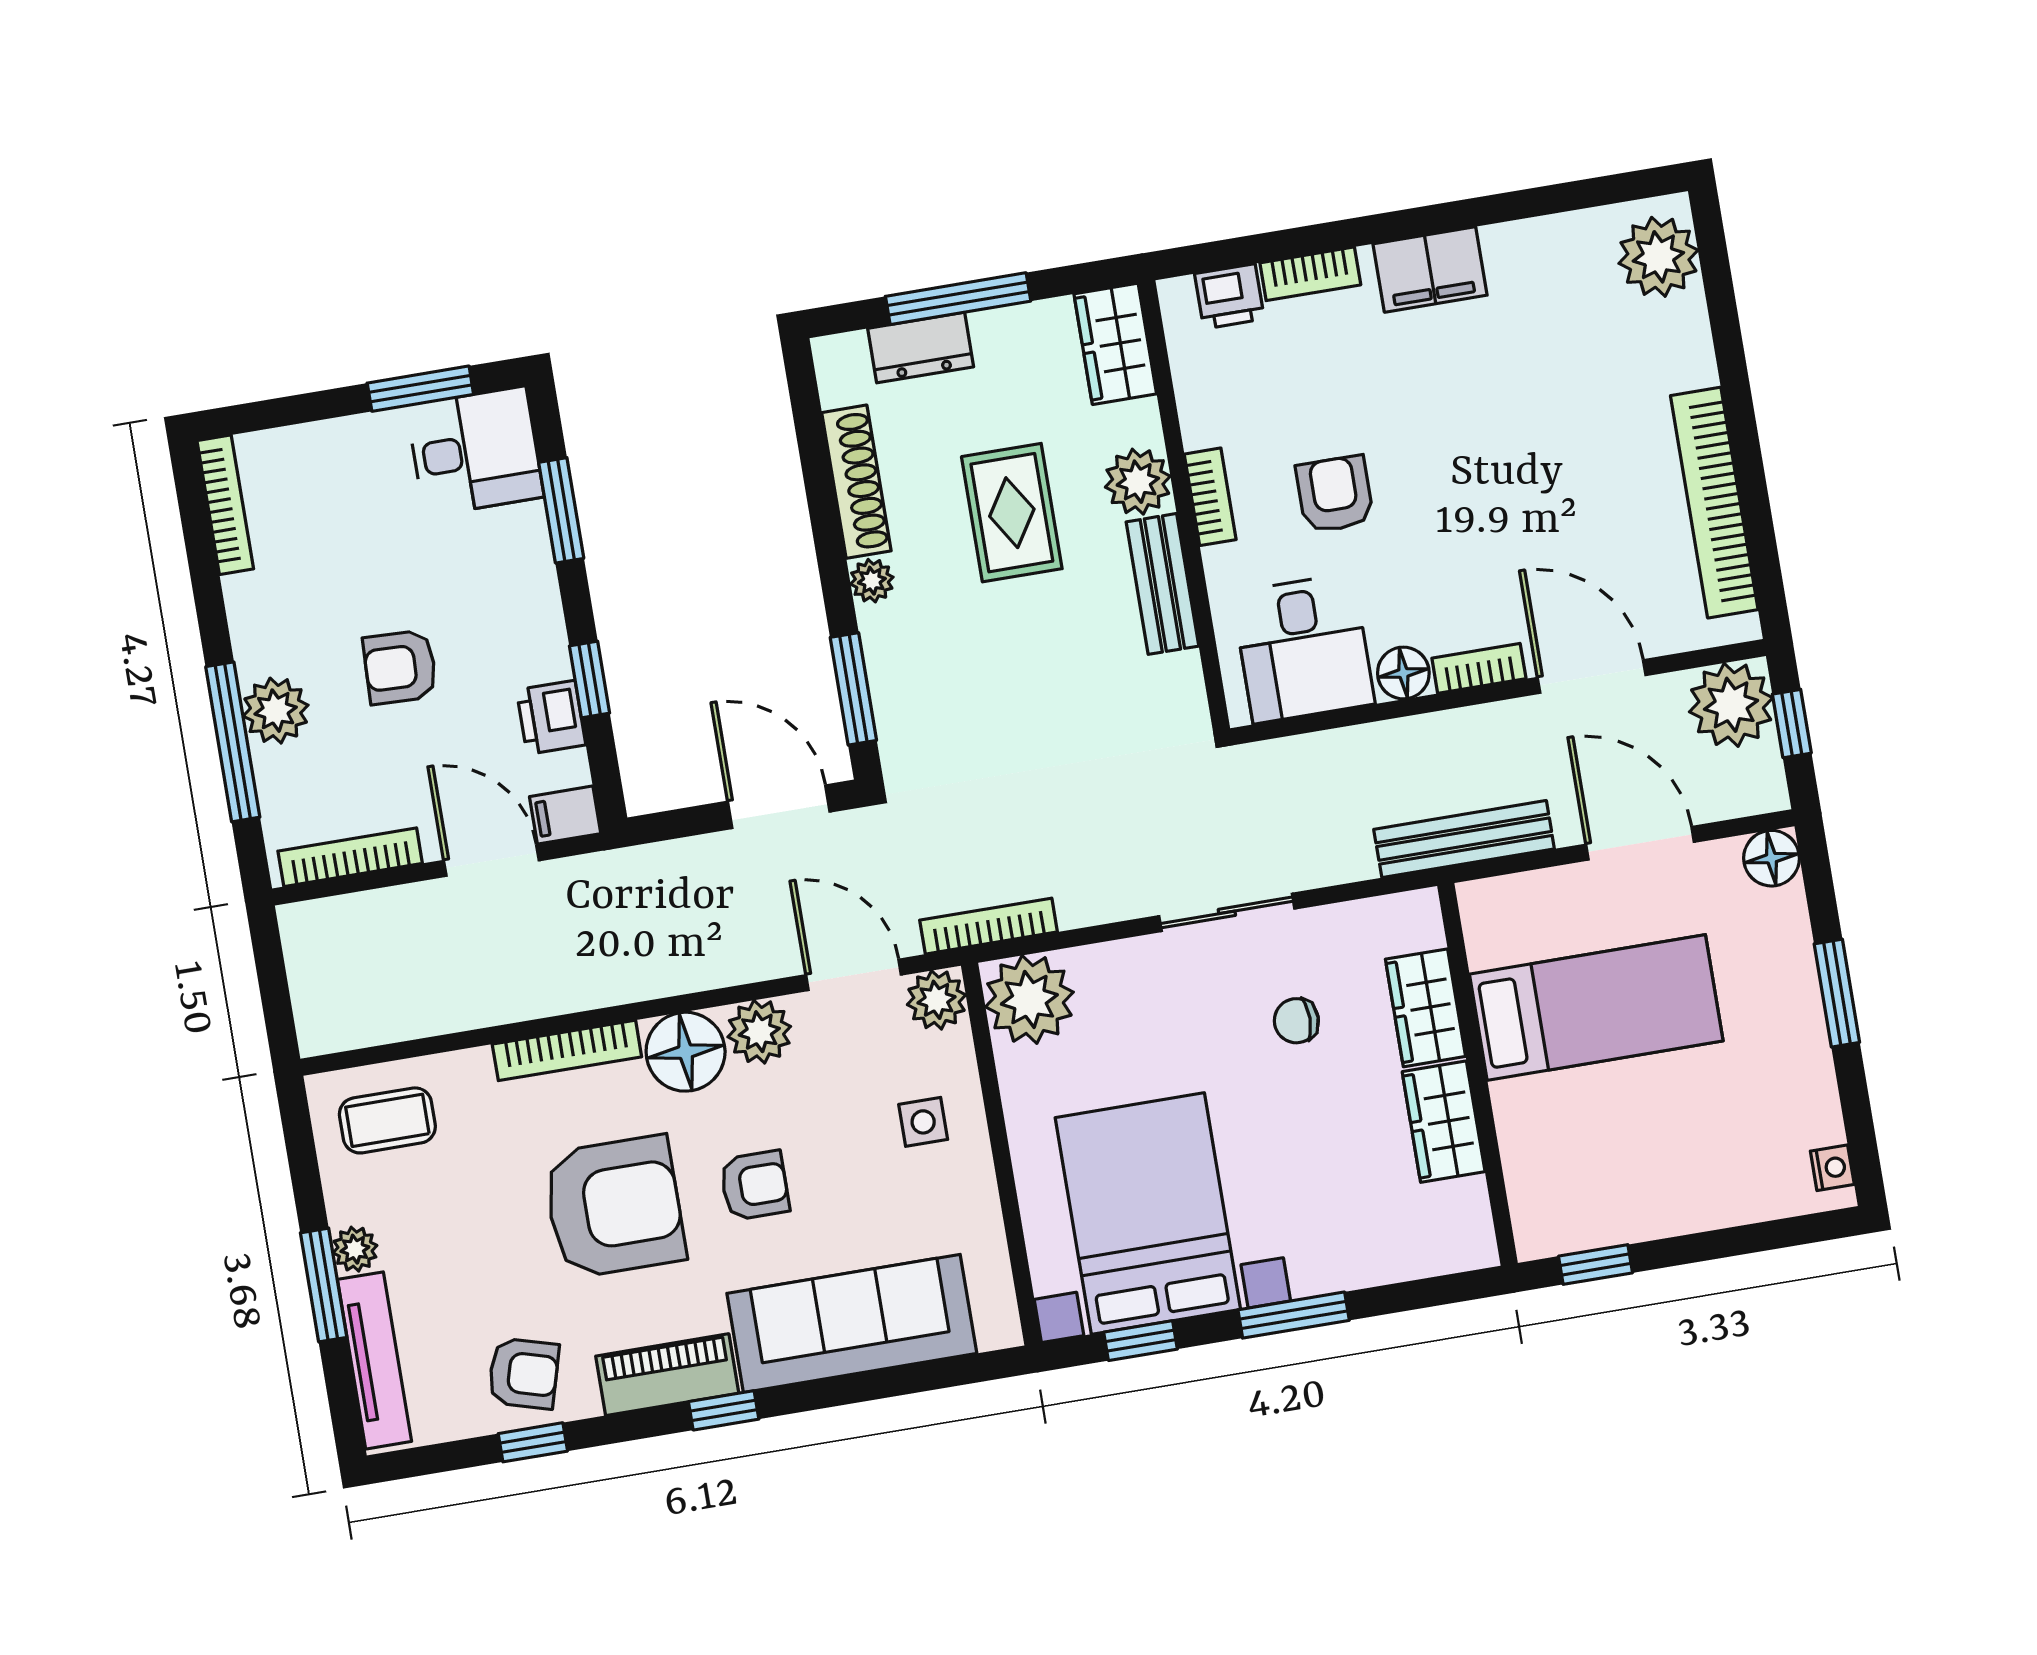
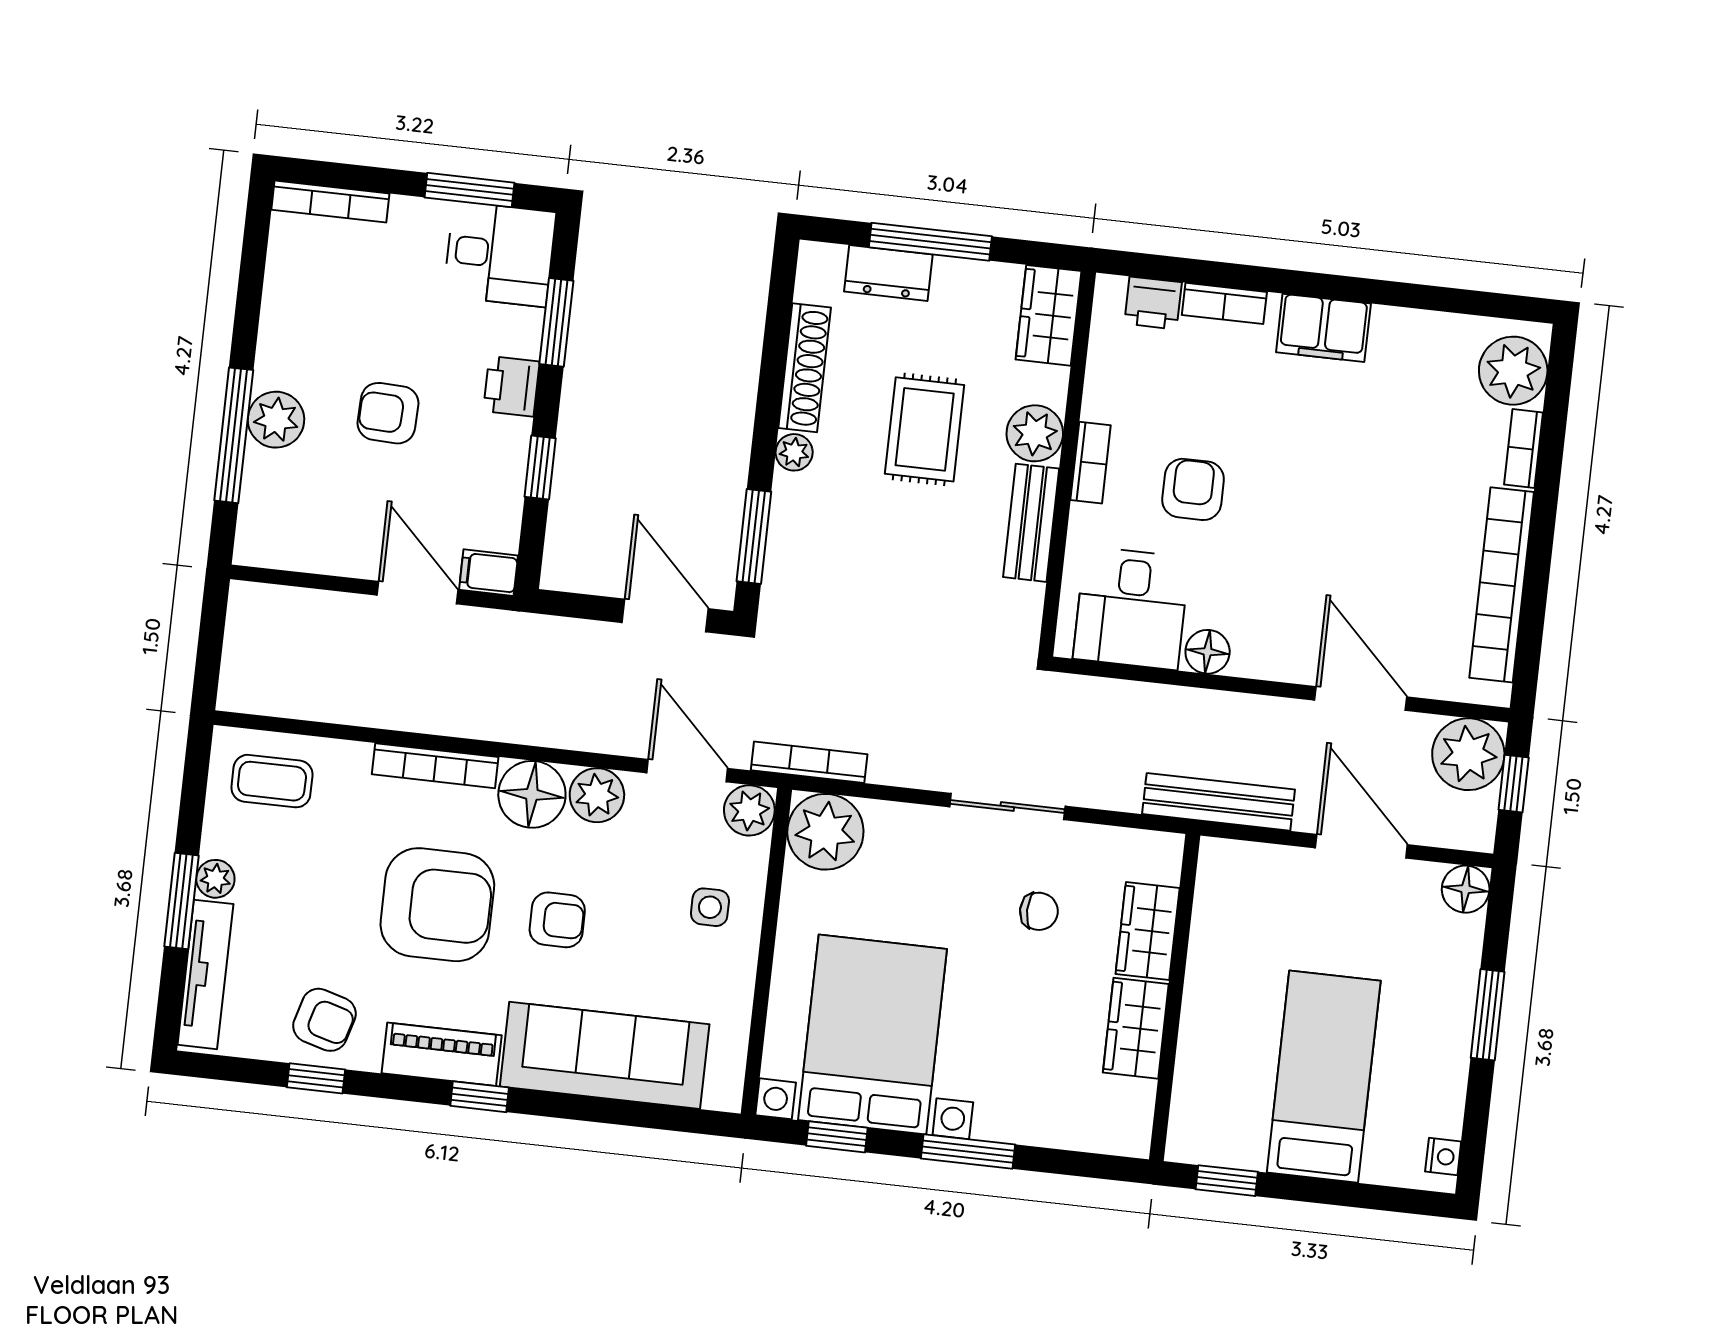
bookcase: (225, 505) -> (330, 202), moved, turned 90
bookcase: (1479, 668) -> (1524, 448), moved, turned -90
printer: (551, 717) -> (511, 386), moved
bookcase: (350, 857) -> (303, 557), removed
bed: (1596, 1007) -> (1324, 1077), moved, turned -90
chair: (1296, 1021) -> (1039, 911), turned 180

